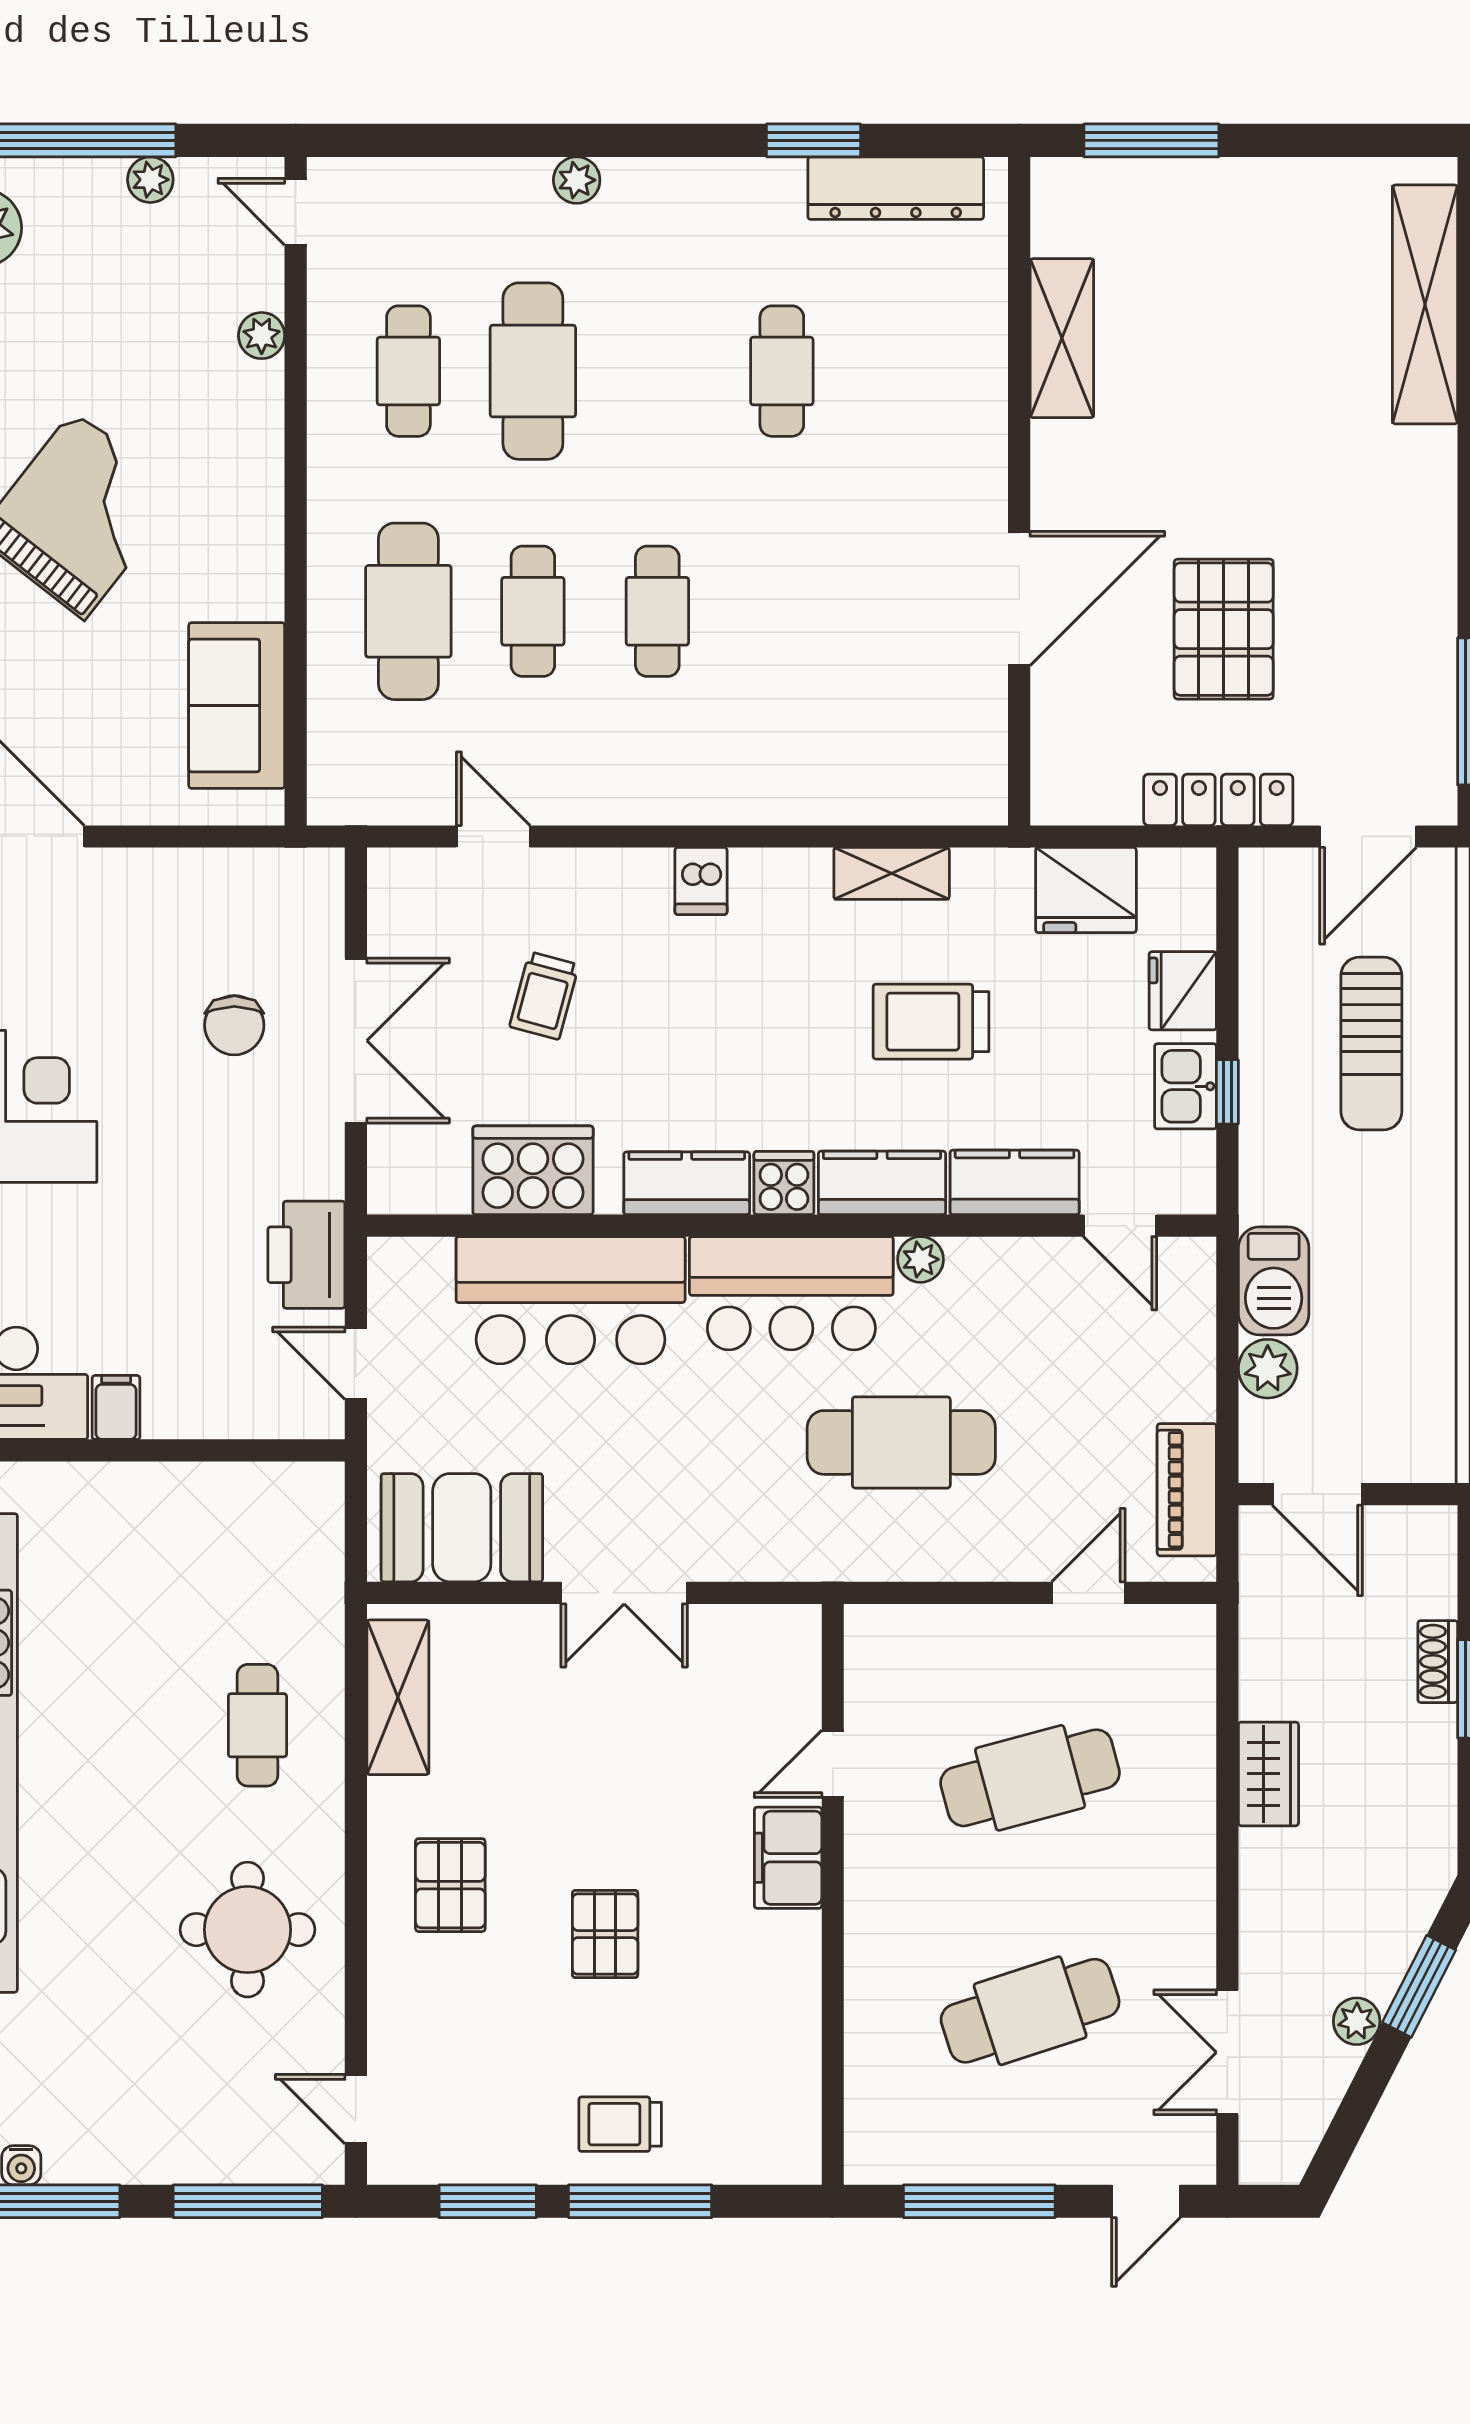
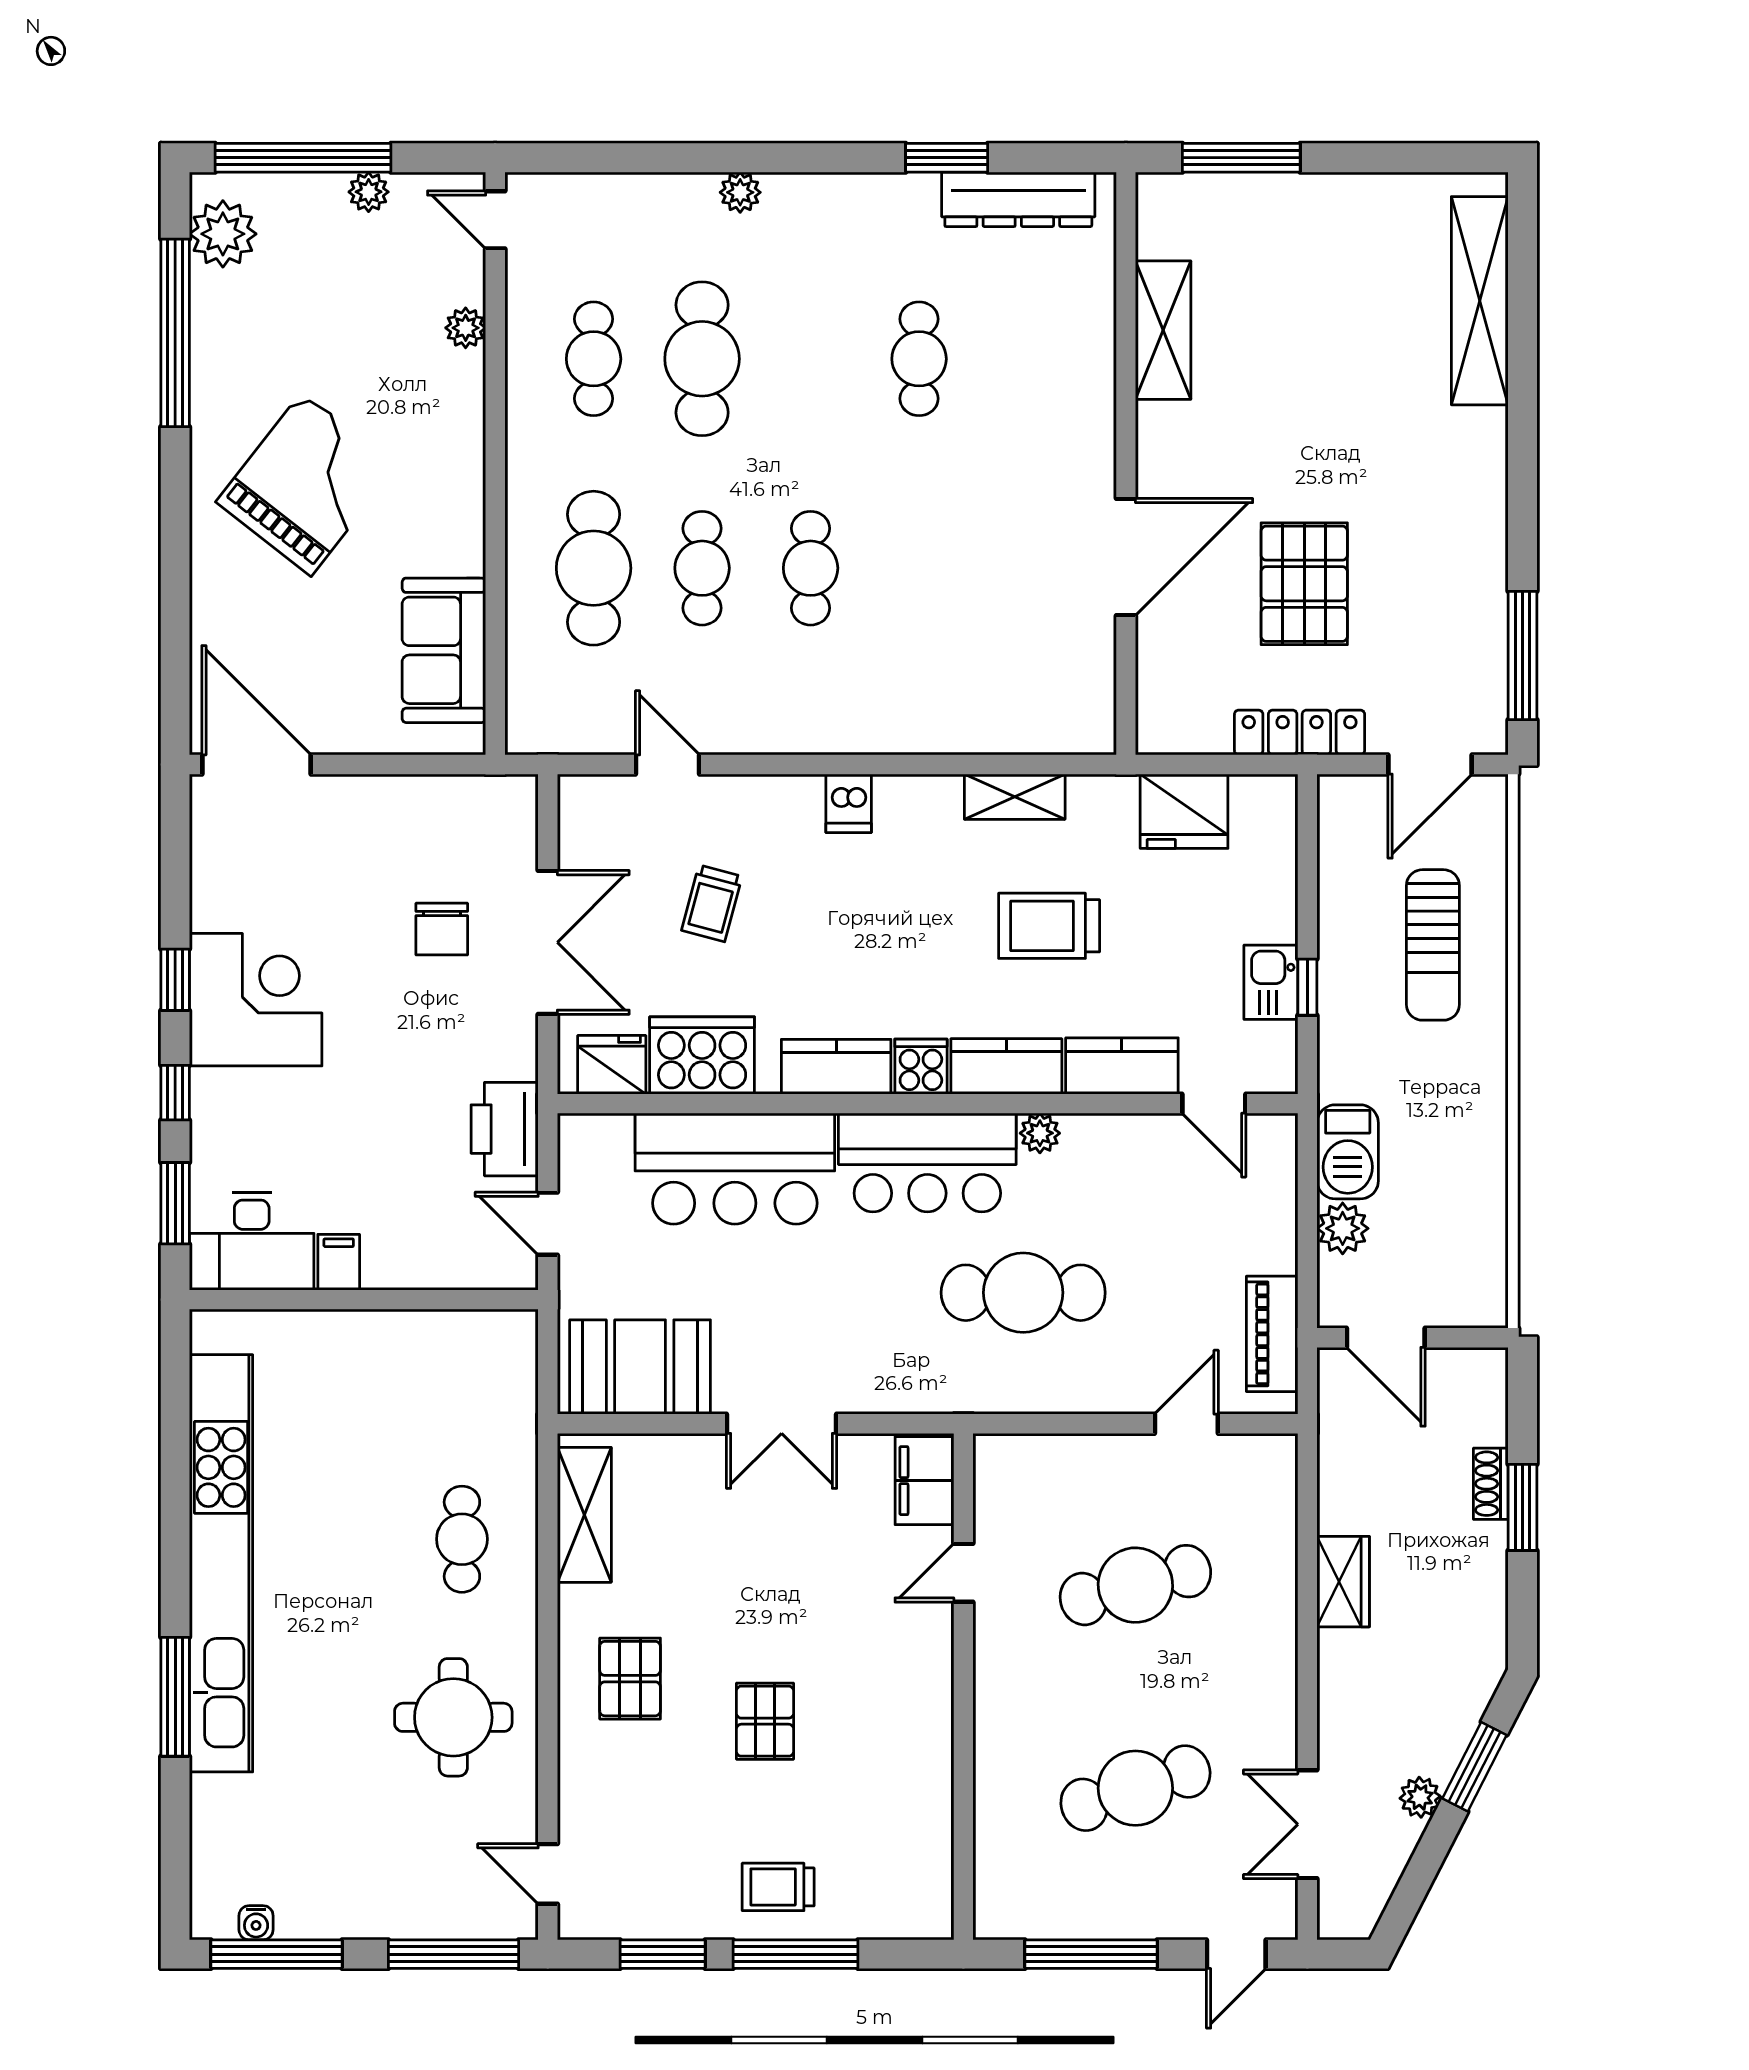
fridge: (1183, 991) -> (612, 1065), moved, turned 90
filing cabinet: (788, 1858) -> (924, 1481), moved

